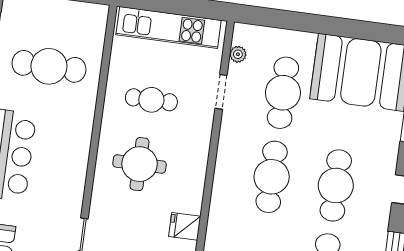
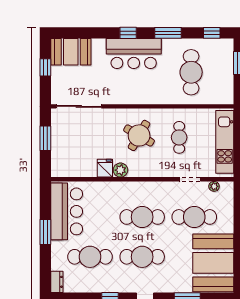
round table: (140, 164) -> (139, 135), turned 30
plant: (191, 201) -> (120, 170), added

